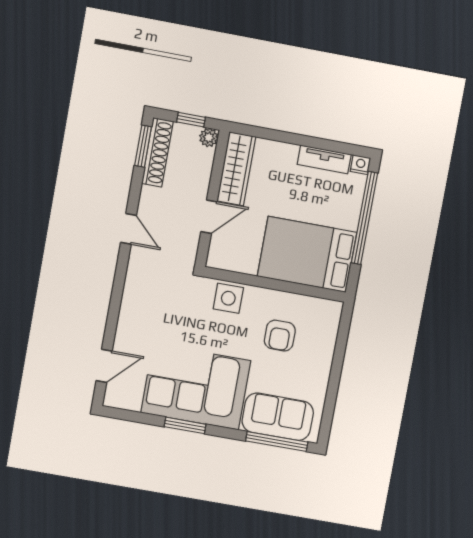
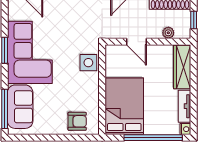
plant: (209, 137) -> (168, 33), moved
wardrobe: (236, 169) -> (182, 67), moved, turned 90
armchair: (280, 336) -> (77, 121), moved, turned 180

